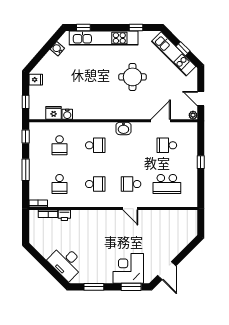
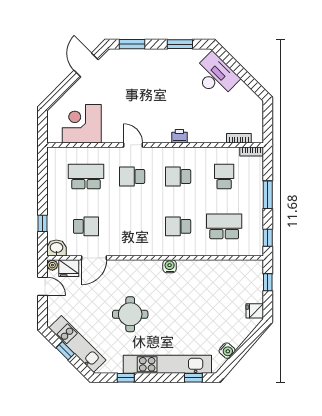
fridge: (54, 113) -> (69, 268), moved
water cooler: (67, 114) -> (170, 266), moved
washbasin: (123, 128) -> (56, 248), moved
school desk: (60, 145) -> (224, 226), width x1.85
window: (201, 162) -> (42, 223), moved
school desk: (131, 184) -> (132, 177), turned 180
printer: (64, 215) -> (179, 136), moved
corner desk: (128, 268) -> (82, 124), moved, turned 180

